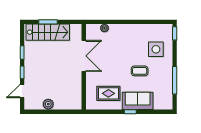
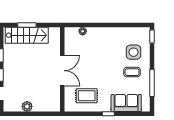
double door: (84, 56) -> (62, 71), moved
coffee table: (140, 71) -> (132, 72), moved
sofa: (138, 101) -> (126, 103), moved

